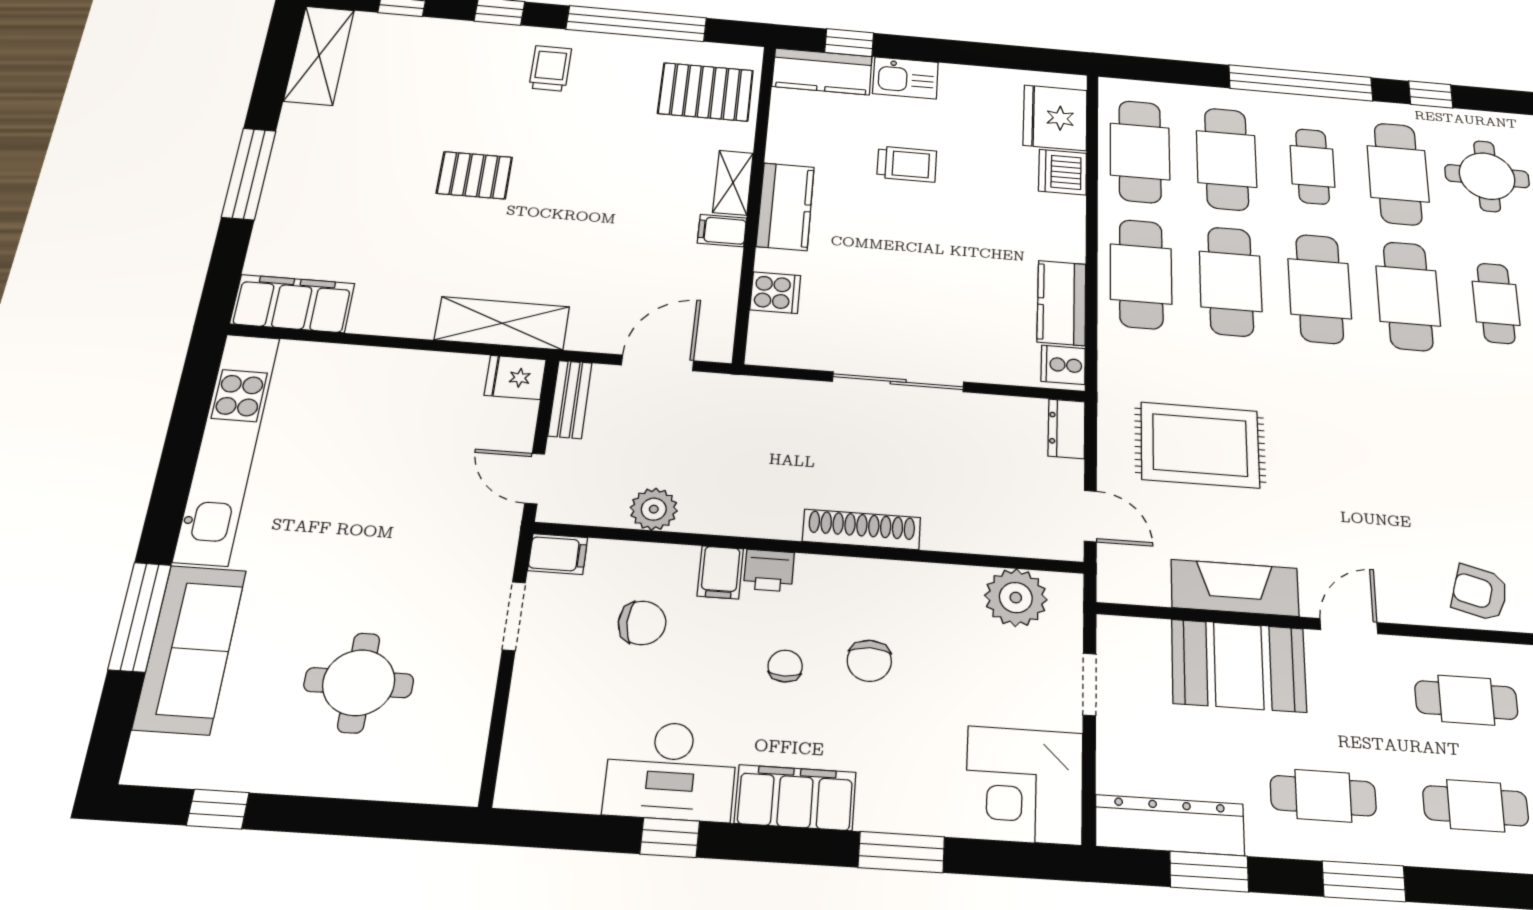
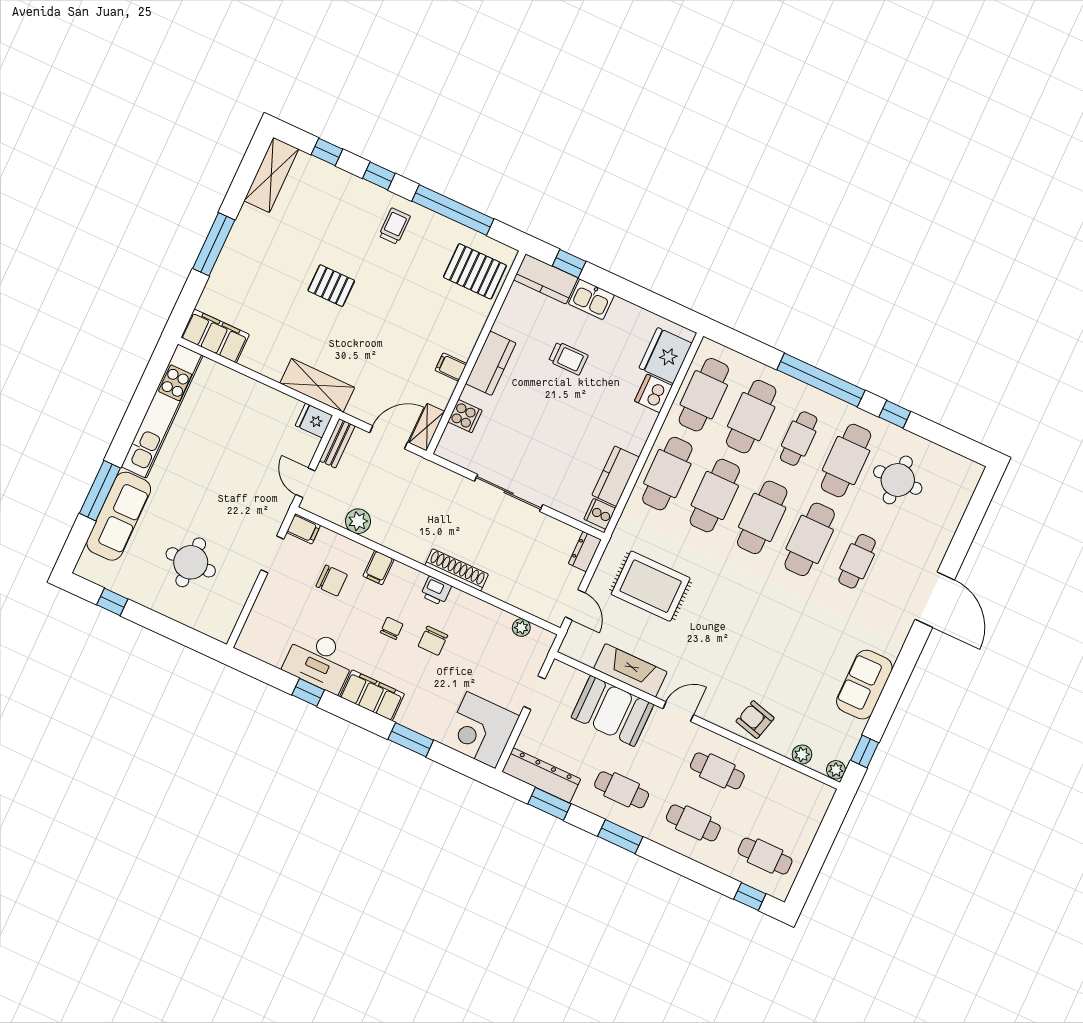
shelving: (733, 183) -> (427, 427), moved
printer: (769, 571) -> (436, 591), moved
plant: (1016, 598) -> (521, 628), width x0.53, depth x0.53

